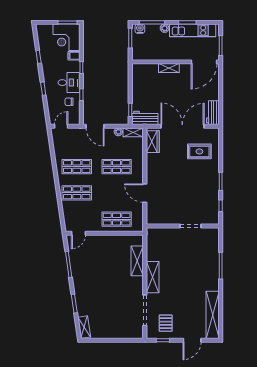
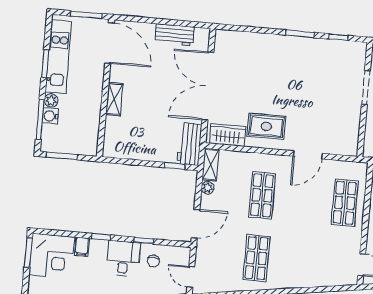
water cooler: (140, 29) -> (50, 116), moved
workbench: (213, 113) -> (174, 35), moved
rug: (199, 151) -> (266, 126), moved, turned 90
shop shelf: (77, 193) -> (298, 262), removed

